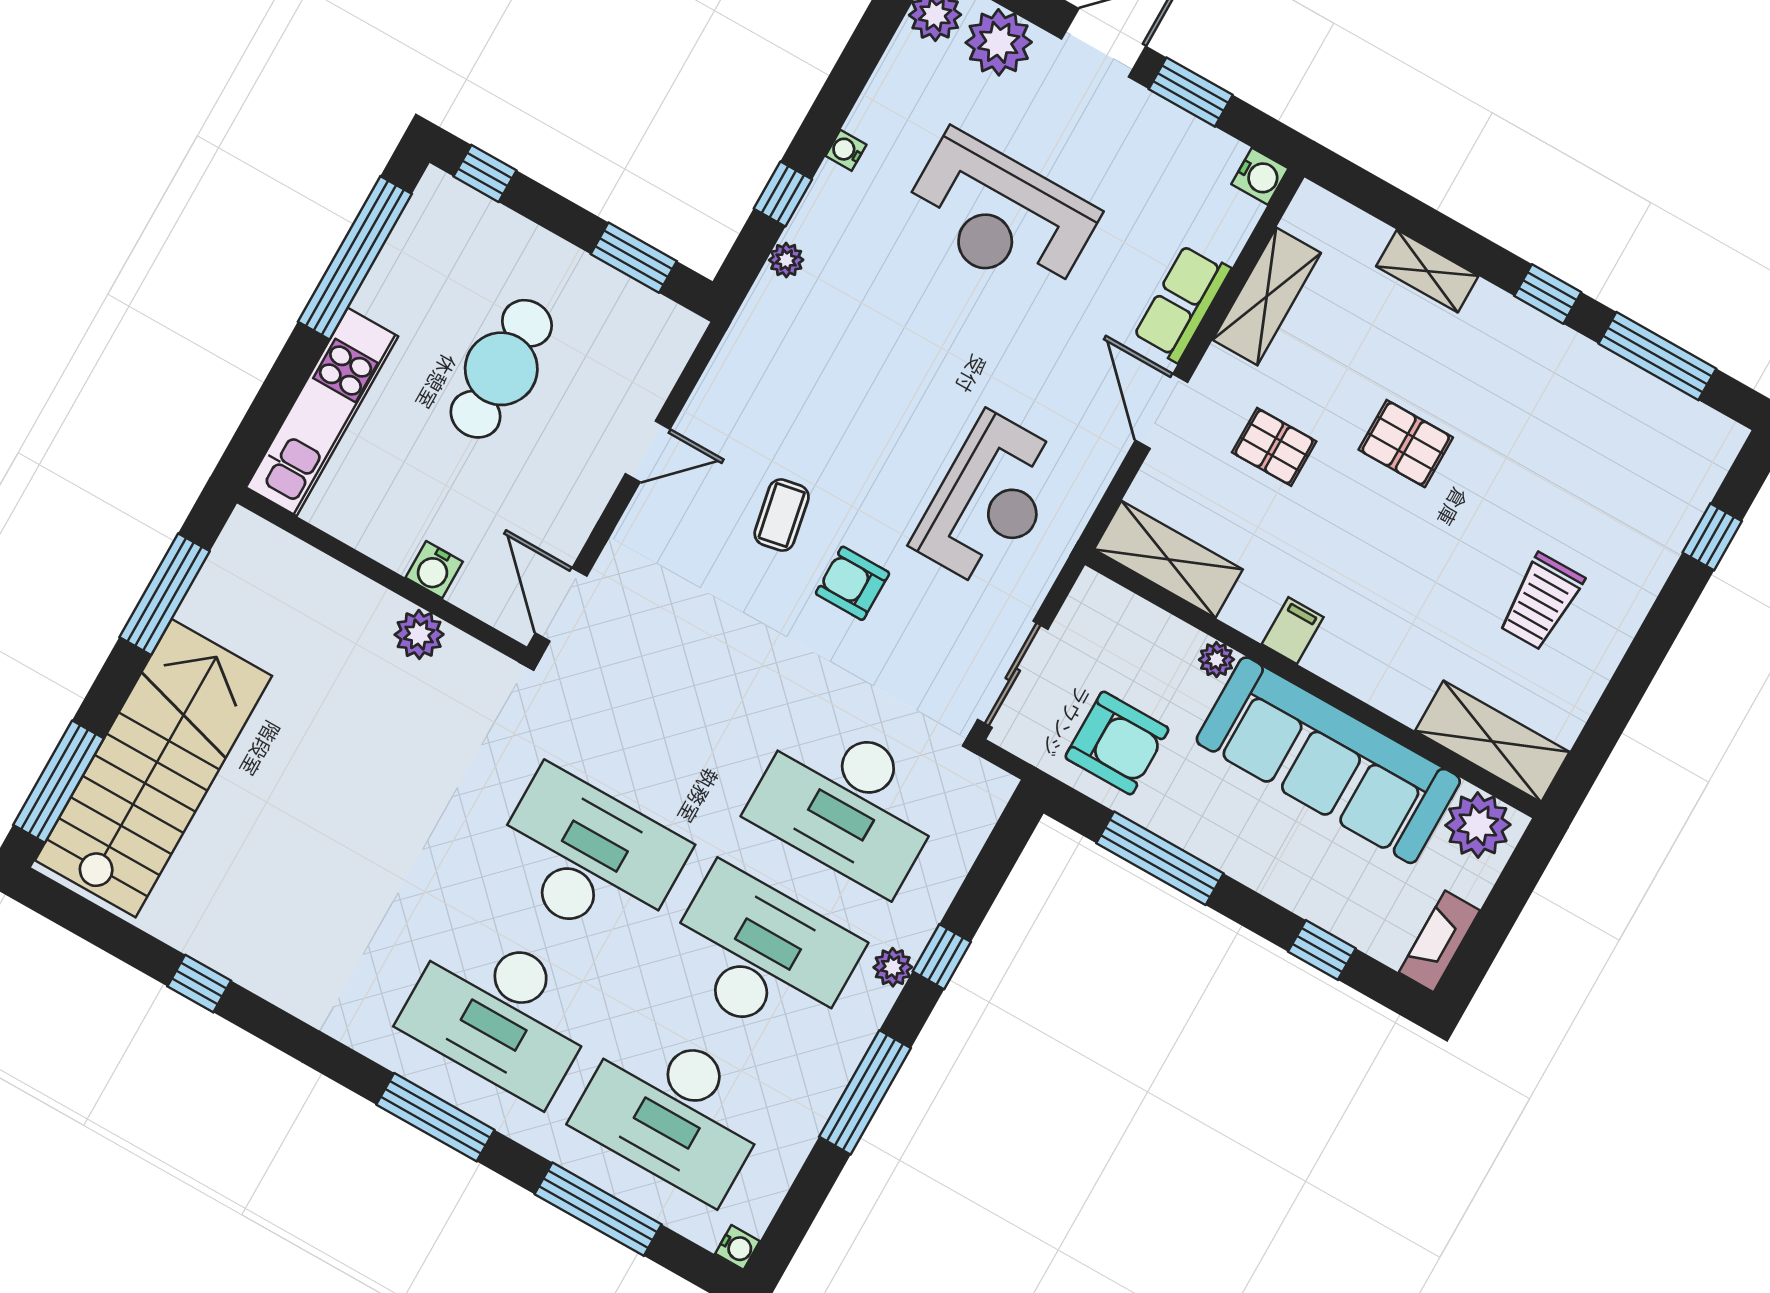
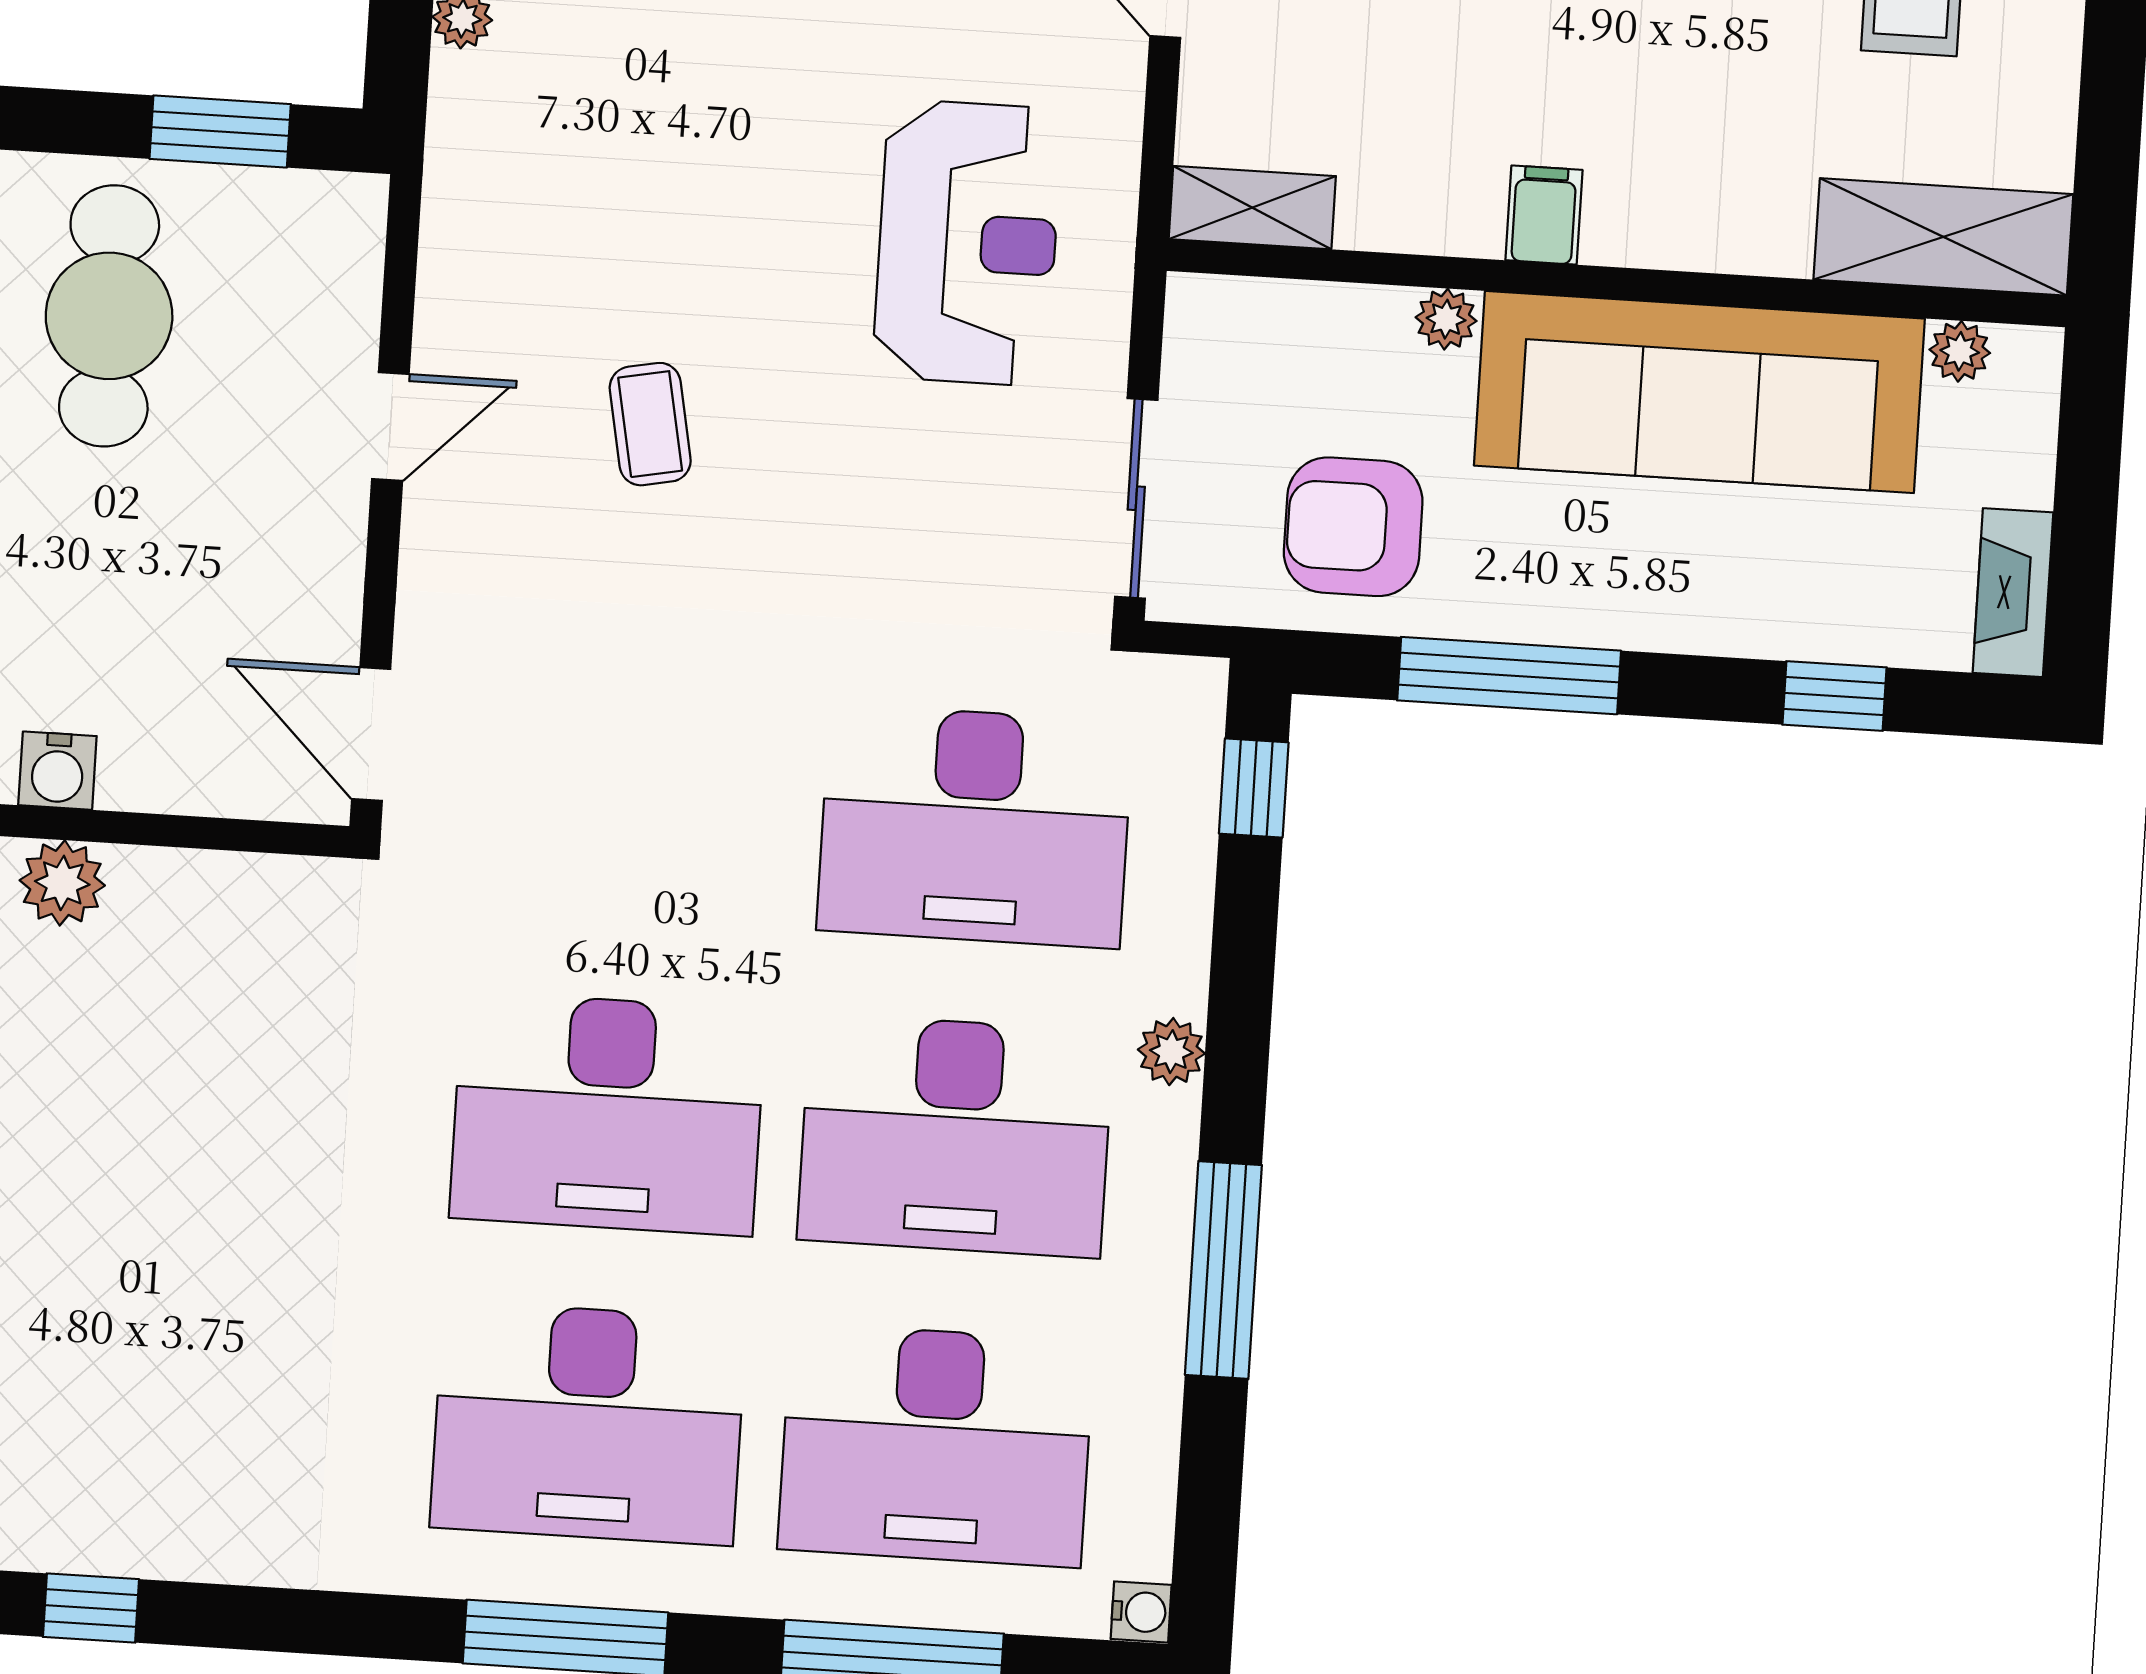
cafe table: (501, 369) -> (109, 316), moved
shelving: (1168, 559) -> (1252, 208), width x0.67, depth x0.75
water cooler: (434, 570) -> (57, 771), moved
armchair: (852, 583) -> (814, 477), removed
plant: (419, 634) -> (62, 883), moved
armchair: (1117, 743) -> (1353, 527), turned 180
plant: (1478, 825) -> (1960, 351), width x0.53, depth x0.53
desk: (588, 859) -> (608, 1114), turned 180
desk: (761, 957) -> (955, 1136), turned 180
window: (942, 957) -> (1254, 788), moved

